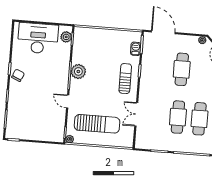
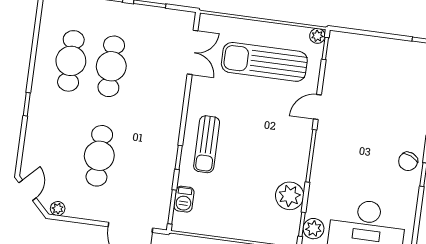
plant: (78, 71) -> (290, 196), moved
door: (68, 101) -> (317, 107), swing flipped
double door: (136, 114) -> (193, 52), moved

